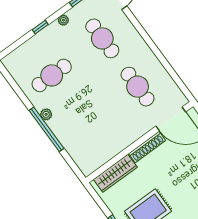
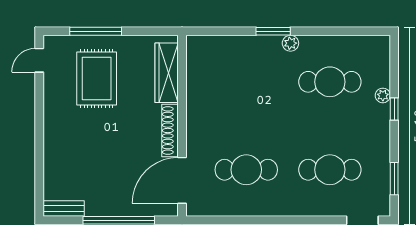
plant: (63, 20) -> (383, 95), moved
cafe table: (52, 75) -> (330, 82), turned 90
window: (46, 129) -> (273, 31), width x0.47

